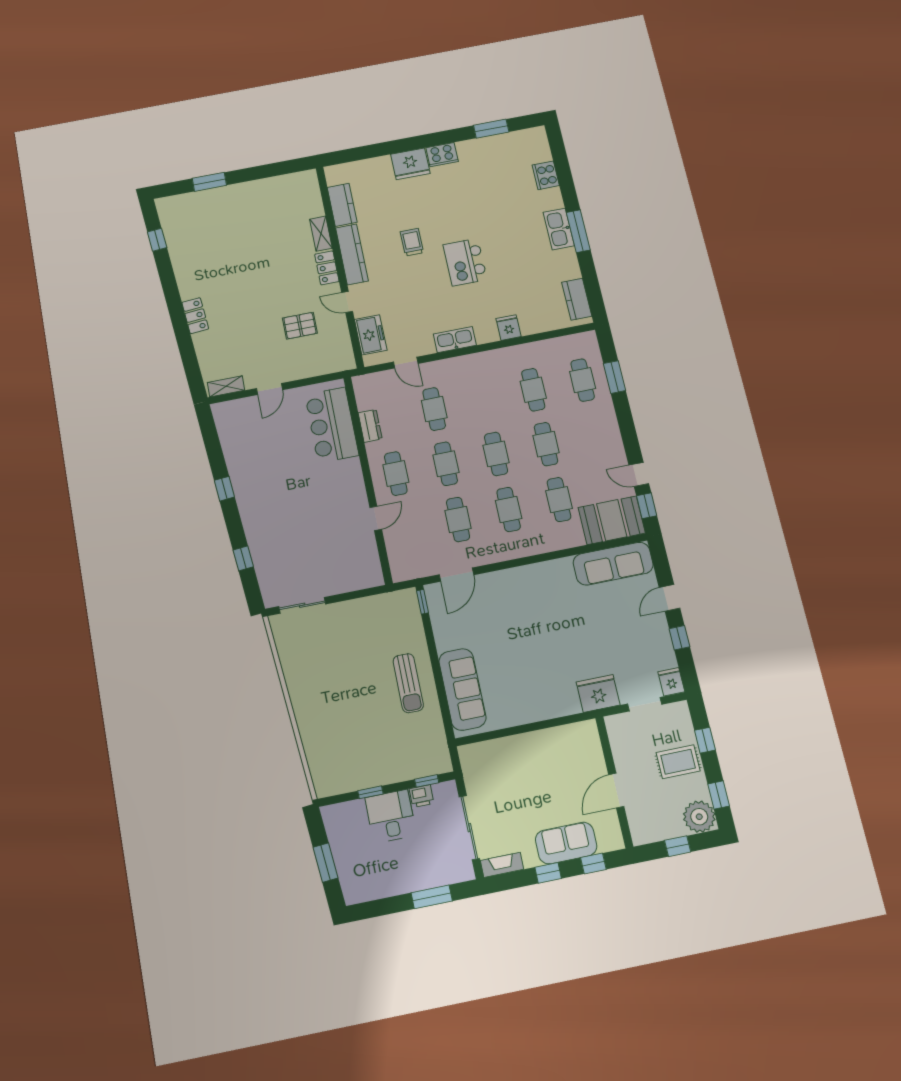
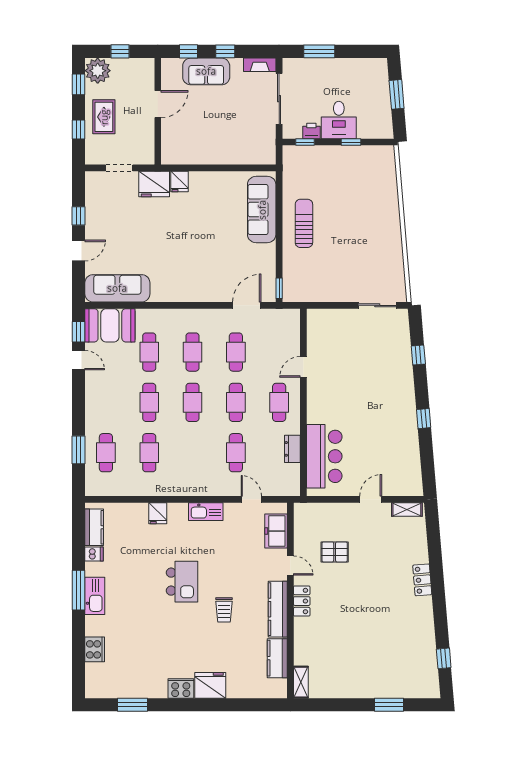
shelving: (321, 234) -> (301, 682), moved
dishwasher: (570, 271) -> (94, 554), added
fridge: (671, 682) -> (180, 182), moved
rug: (678, 762) -> (104, 117), turned 90

